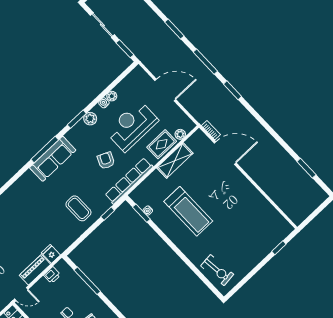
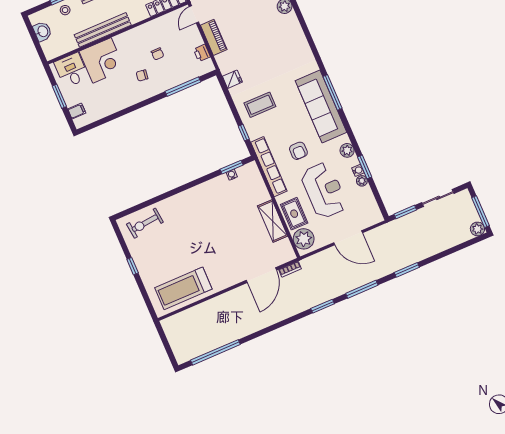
door: (165, 90) -> (348, 238), hinge flipped
window: (77, 119) -> (365, 167), moved
plant: (180, 134) -> (304, 239), width x1.87, depth x1.87
sofa: (53, 159) -> (321, 107), width x1.36, depth x1.27
armchair: (106, 161) -> (298, 151), turned 65
window: (306, 168) -> (215, 352), width x2.11
treadmill: (188, 211) -> (183, 288), moved
window: (279, 248) -> (133, 266), moved
fridge: (51, 254) -> (232, 79), moved

